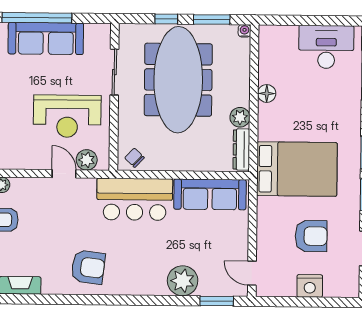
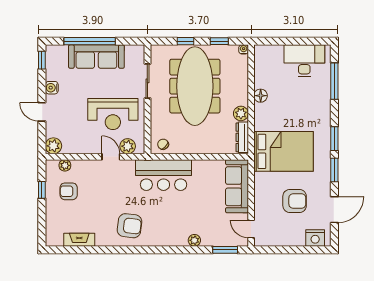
window: (212, 20) -> (219, 41), width x0.67
sofa: (210, 194) -> (237, 186), moved, turned 90
plant: (183, 281) -> (194, 240), width x0.53, depth x0.53
nightstand: (310, 286) -> (315, 238), moved

